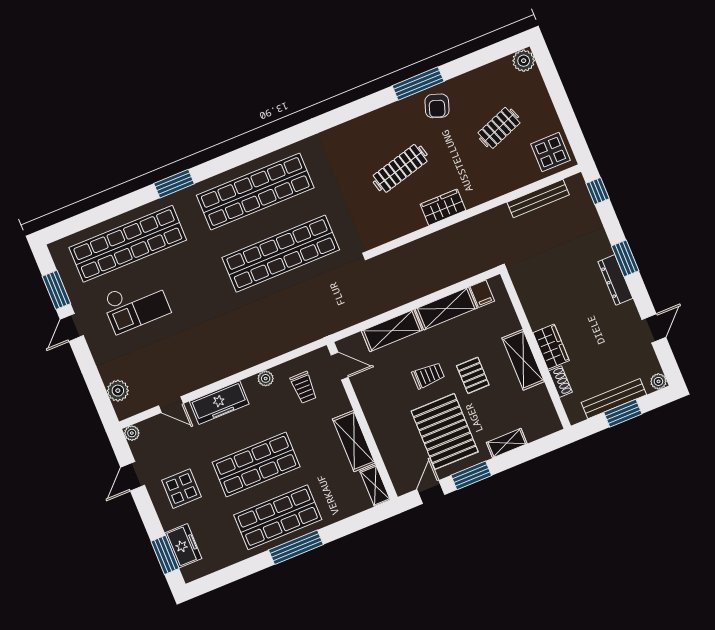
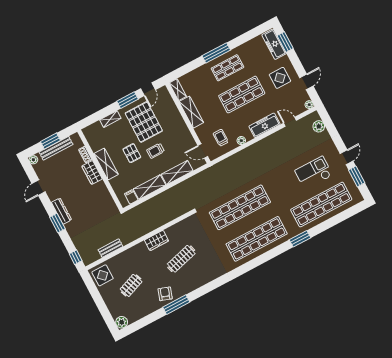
bench: (538, 199) -> (110, 248), width x0.73
shop shelf: (278, 517) -> (228, 68), width x0.70, depth x0.74
freezer: (183, 546) -> (274, 44), width x1.40

